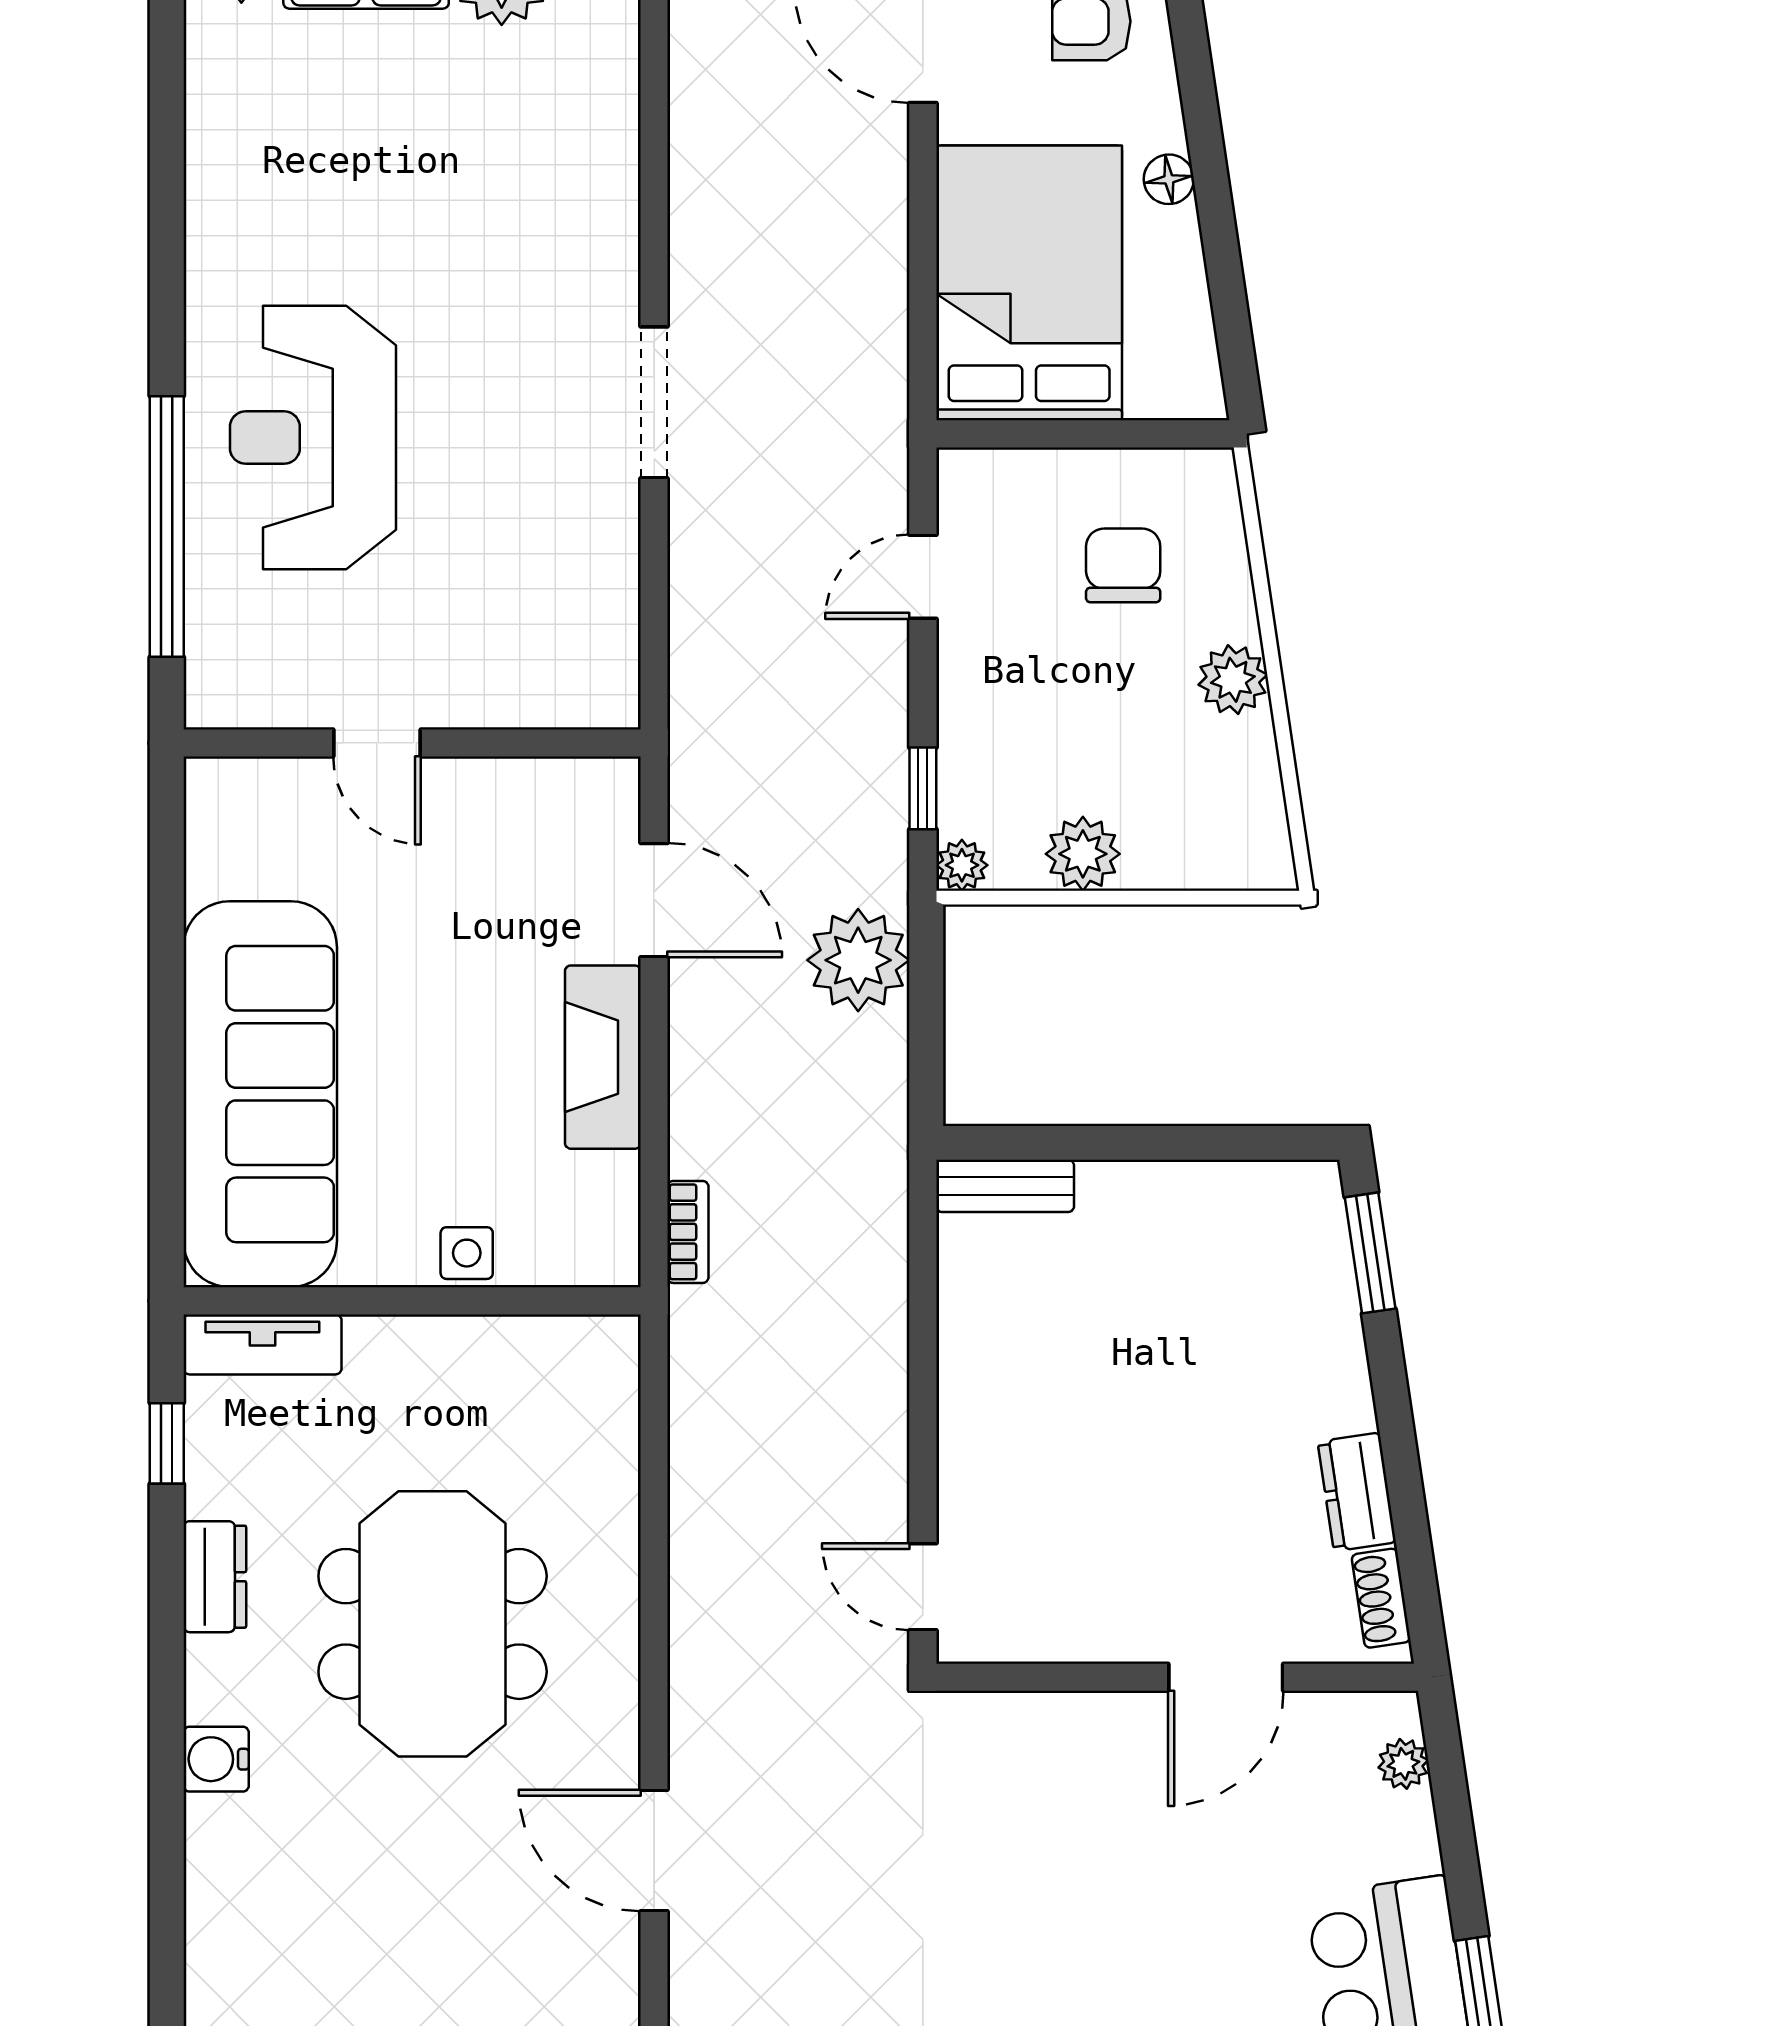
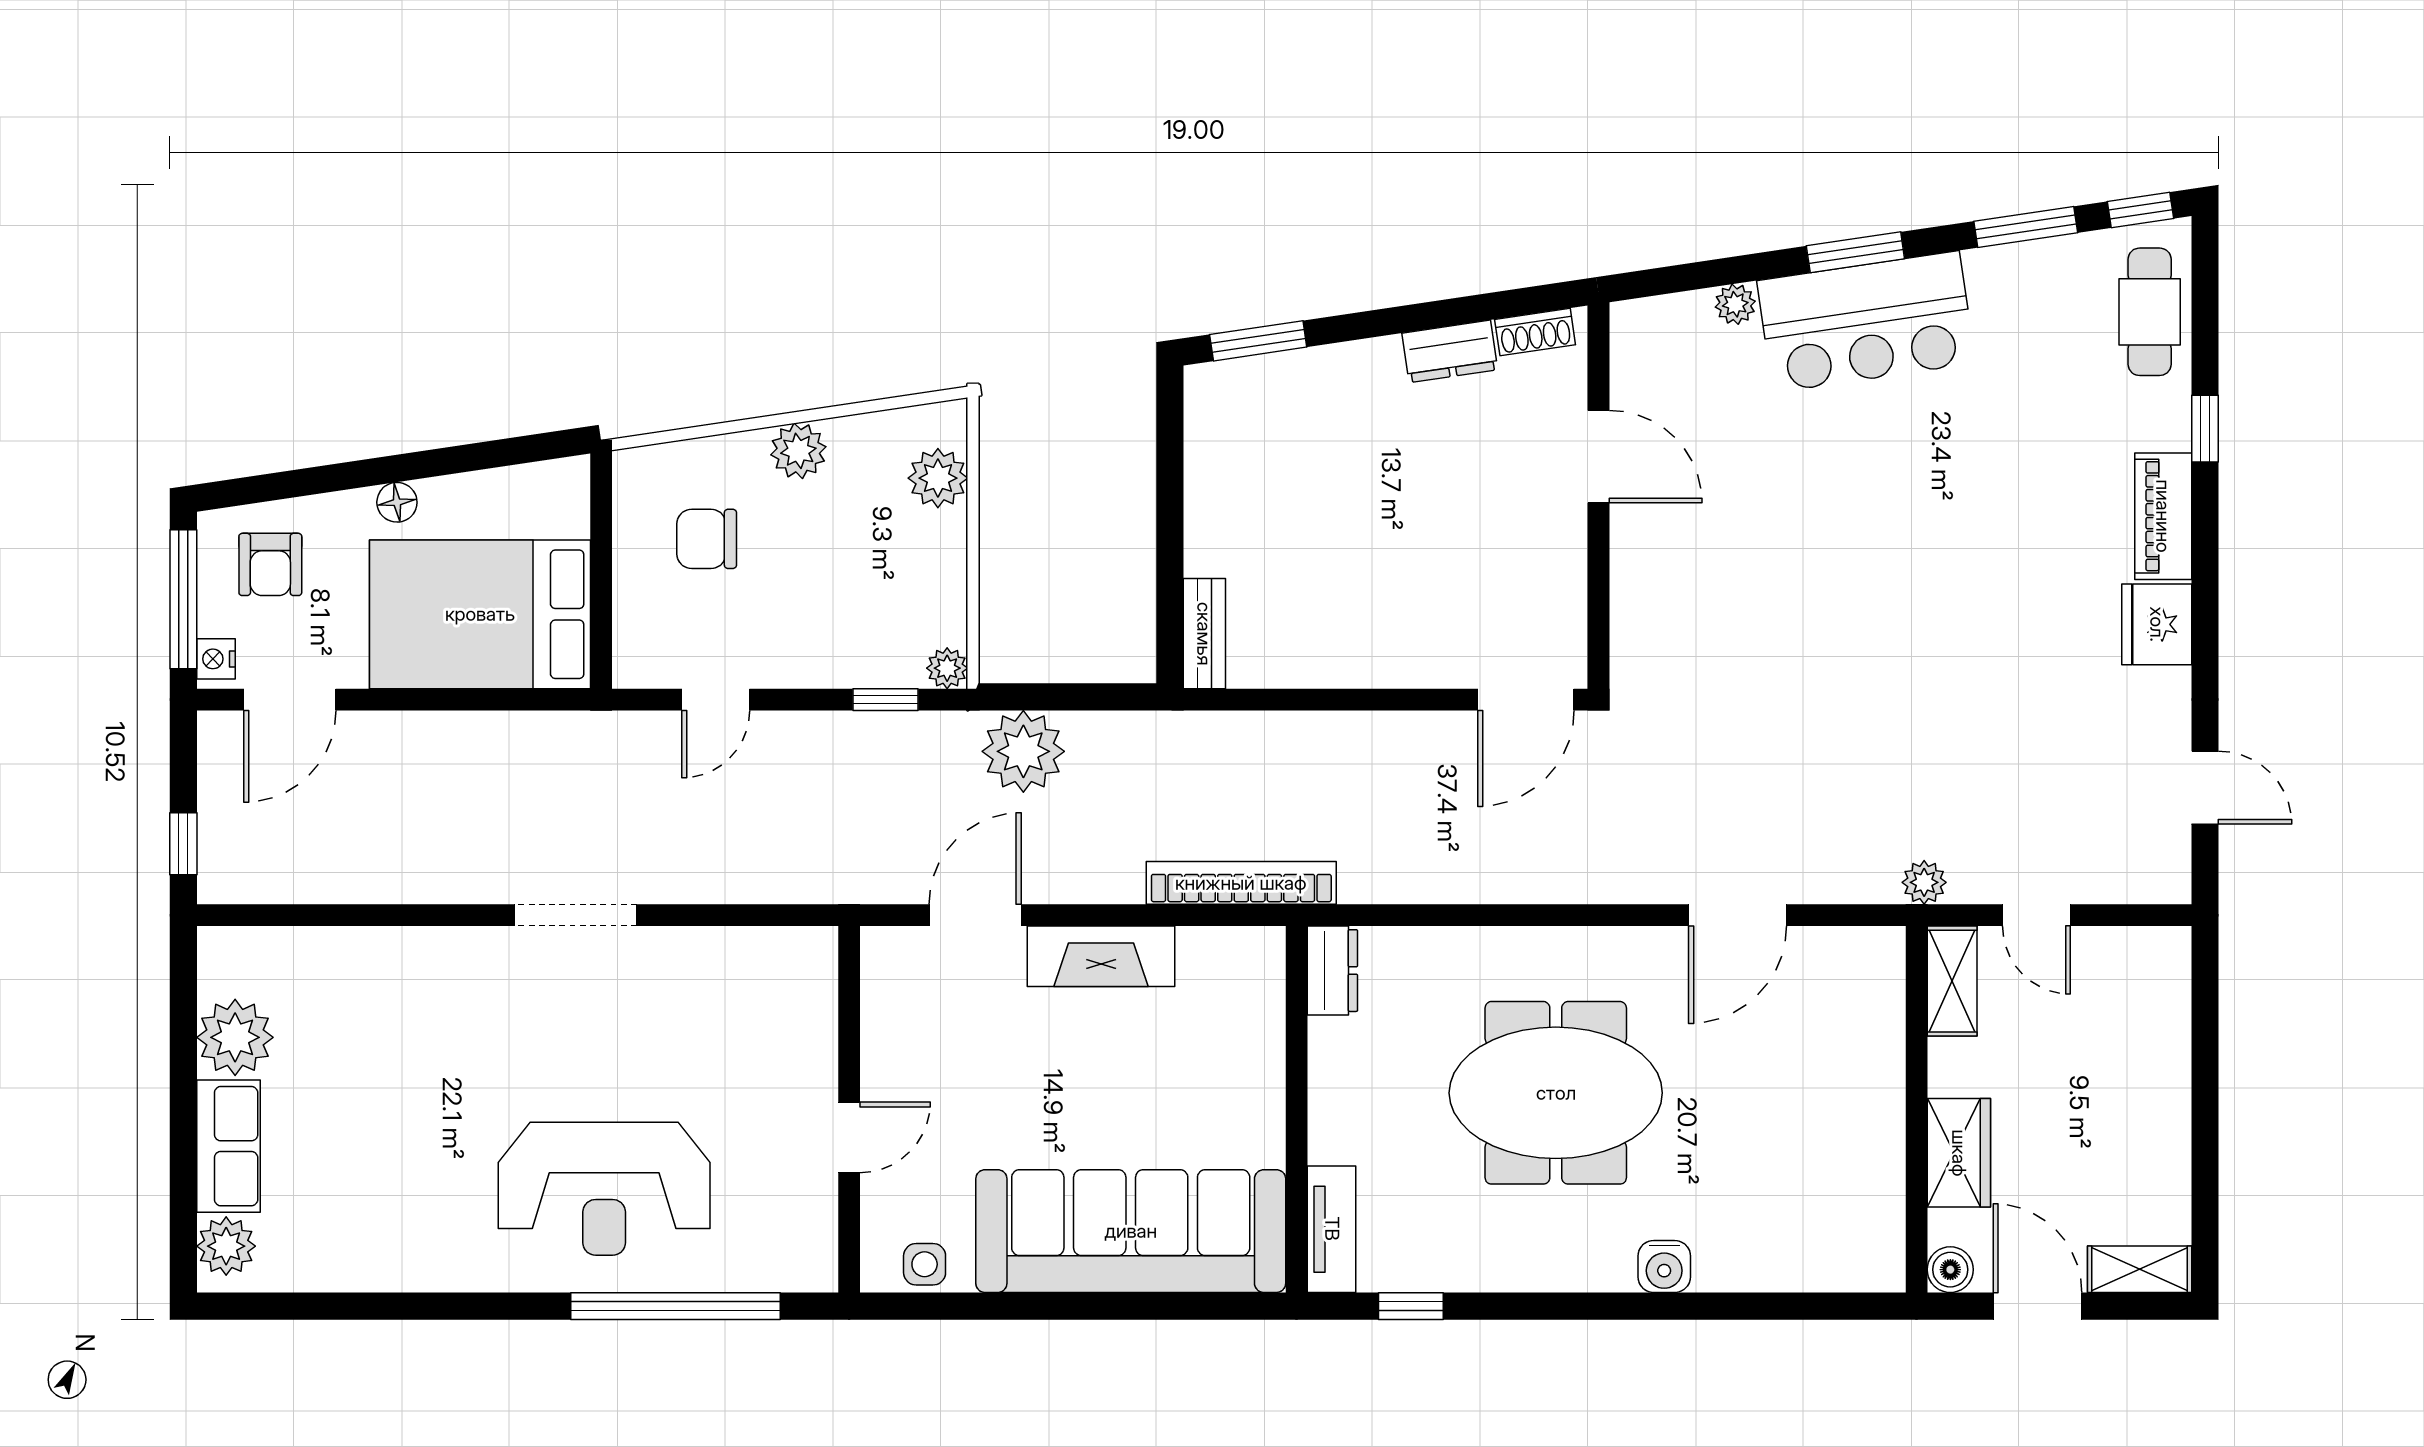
door: (923, 577) -> (716, 700), hinge flipped
plant: (1083, 854) -> (938, 478), moved
bookcase: (688, 1232) -> (1241, 883), width x2.31, depth x1.31
side table: (467, 1253) -> (925, 1264), moved
dresser: (215, 1577) -> (1332, 971), moved, turned 90
door: (923, 1587) -> (1526, 700), width x1.38
plant: (1403, 1764) -> (1735, 304), moved

